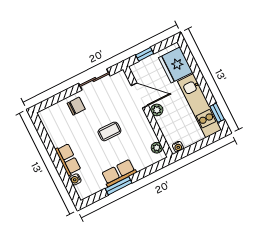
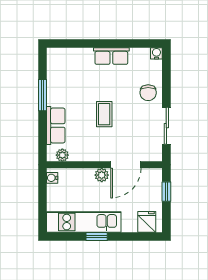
fridge: (176, 65) -> (147, 222), width x0.53, depth x0.75
window: (217, 113) -> (97, 237), moved
row of seats: (68, 159) -> (111, 56), moved
row of seats: (119, 173) -> (56, 125), moved
water cooler: (75, 179) -> (156, 53), moved

